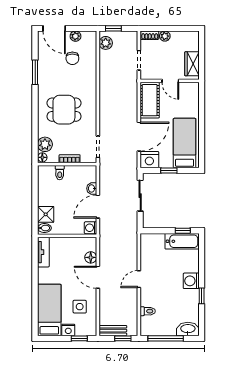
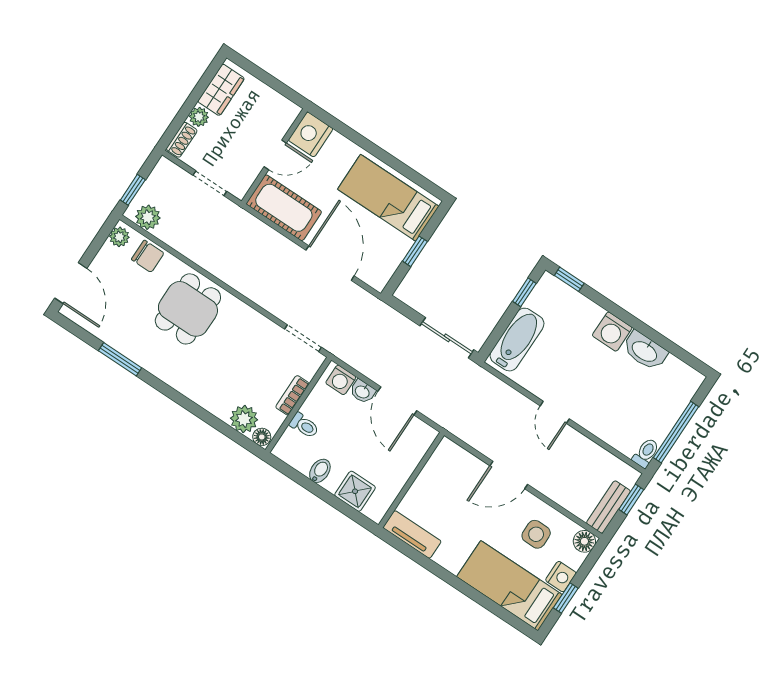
door: (54, 28) -> (71, 283), hinge flipped
plant: (75, 36) -> (119, 237), moved
chair: (72, 58) -> (148, 256), moved
wardrobe: (192, 64) -> (221, 90), moved, turned -90
dining table: (64, 110) -> (188, 309), moved
nightstand: (149, 160) -> (311, 134), moved, turned 180
sliding door: (140, 196) -> (447, 338), moved
bidet: (44, 228) -> (320, 471), moved
washing machine: (91, 228) -> (341, 380), moved
bathtub: (182, 241) -> (517, 340), moved
floor lamp: (91, 257) -> (584, 541), moved
window: (202, 296) -> (569, 279), moved
toilet: (148, 311) -> (646, 453), moved
washbasin: (188, 329) -> (645, 351), moved, turned -90
window: (79, 338) -> (566, 598), moved

